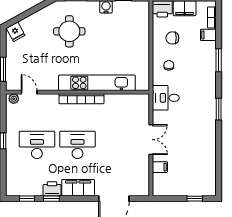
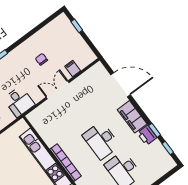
chair: (189, 146) -> (41, 59), added

